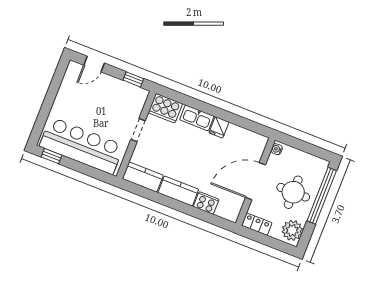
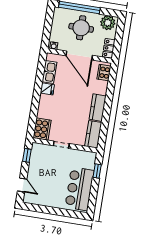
kitchen sink: (197, 118) -> (49, 72), moved
bar counter: (82, 146) -> (79, 189), width x0.73
window: (52, 156) -> (97, 171), moved
cooker: (206, 203) -> (104, 73), moved

